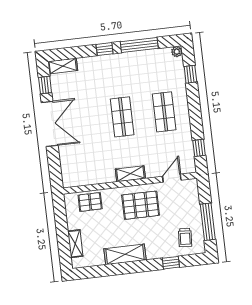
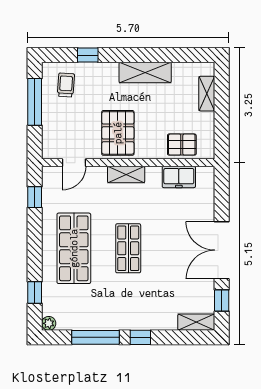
shop shelf: (164, 112) -> (74, 248), width x1.43, depth x1.36
freezer: (89, 177) -> (179, 177), added
pallet: (141, 205) -> (118, 133), turned 90

